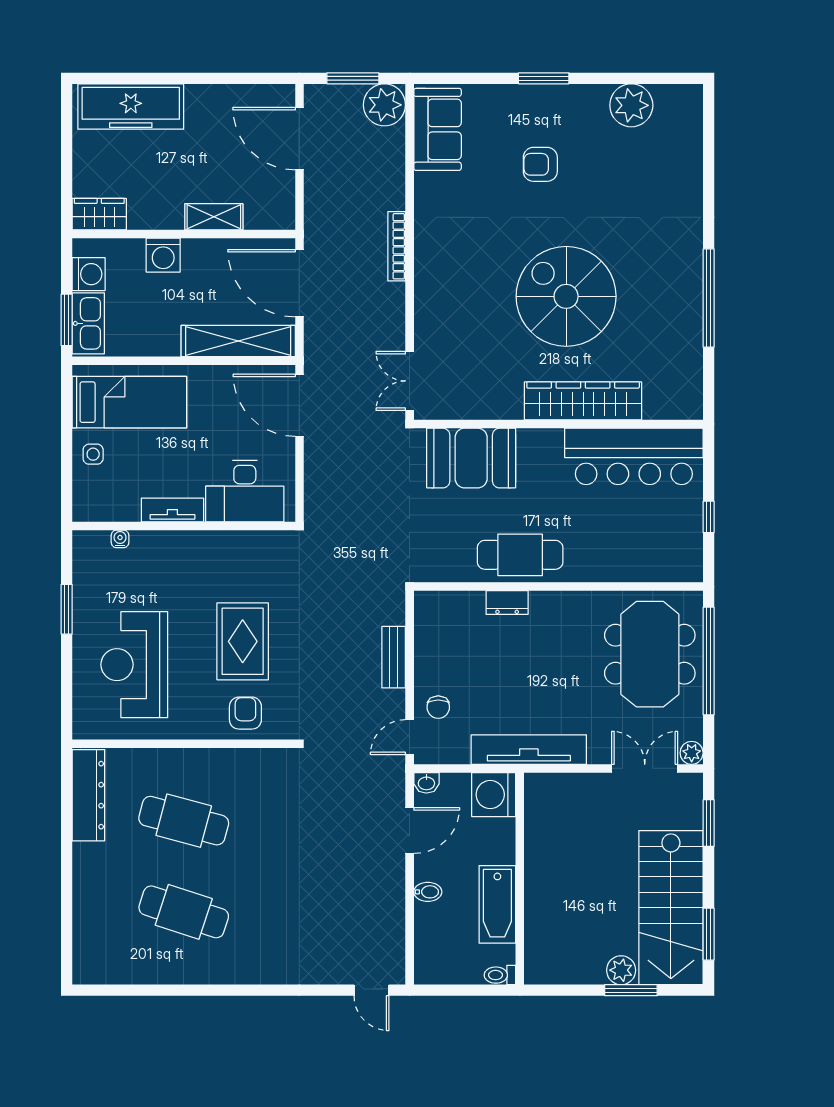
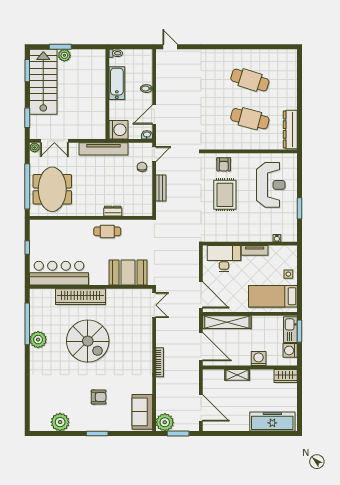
window: (709, 298) -> (27, 324), moved
plant: (683, 300) -> (38, 340), added
cafe table: (520, 555) -> (107, 231), width x0.73, depth x0.74

